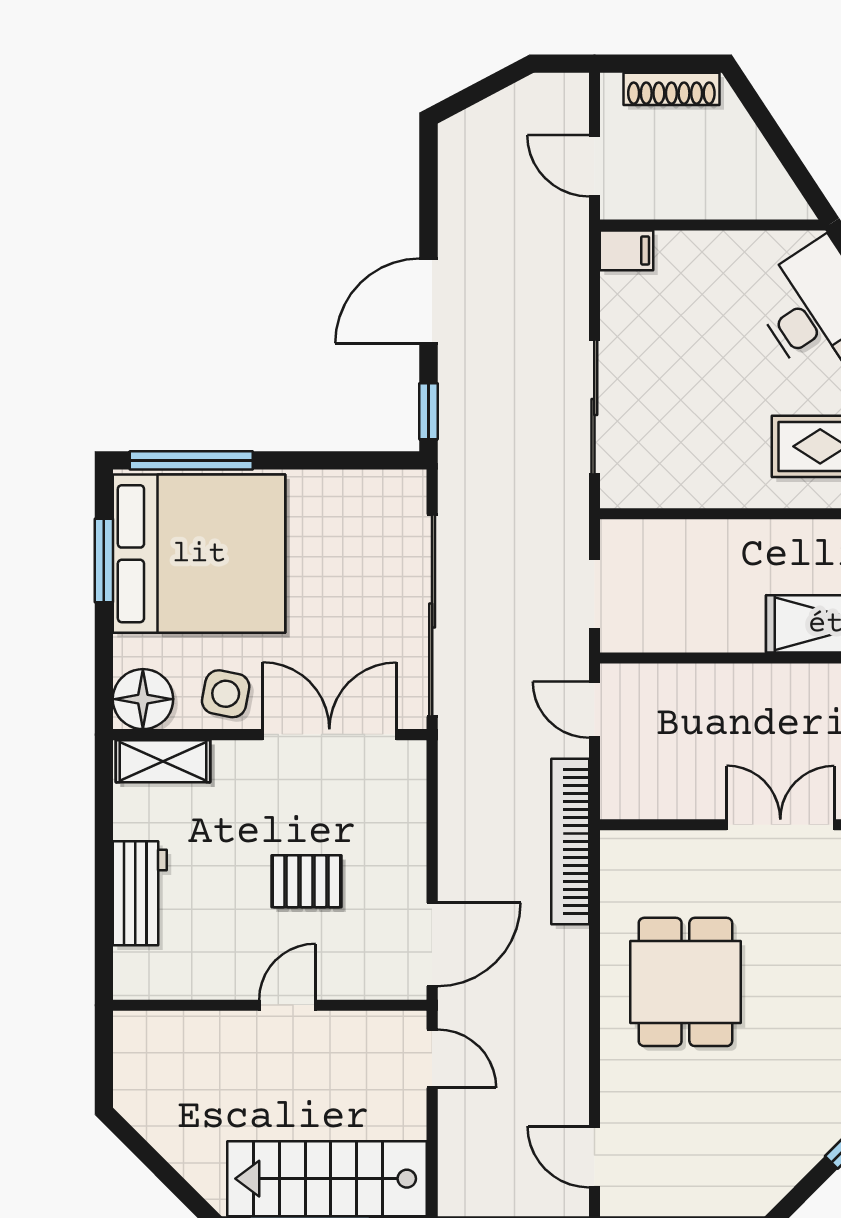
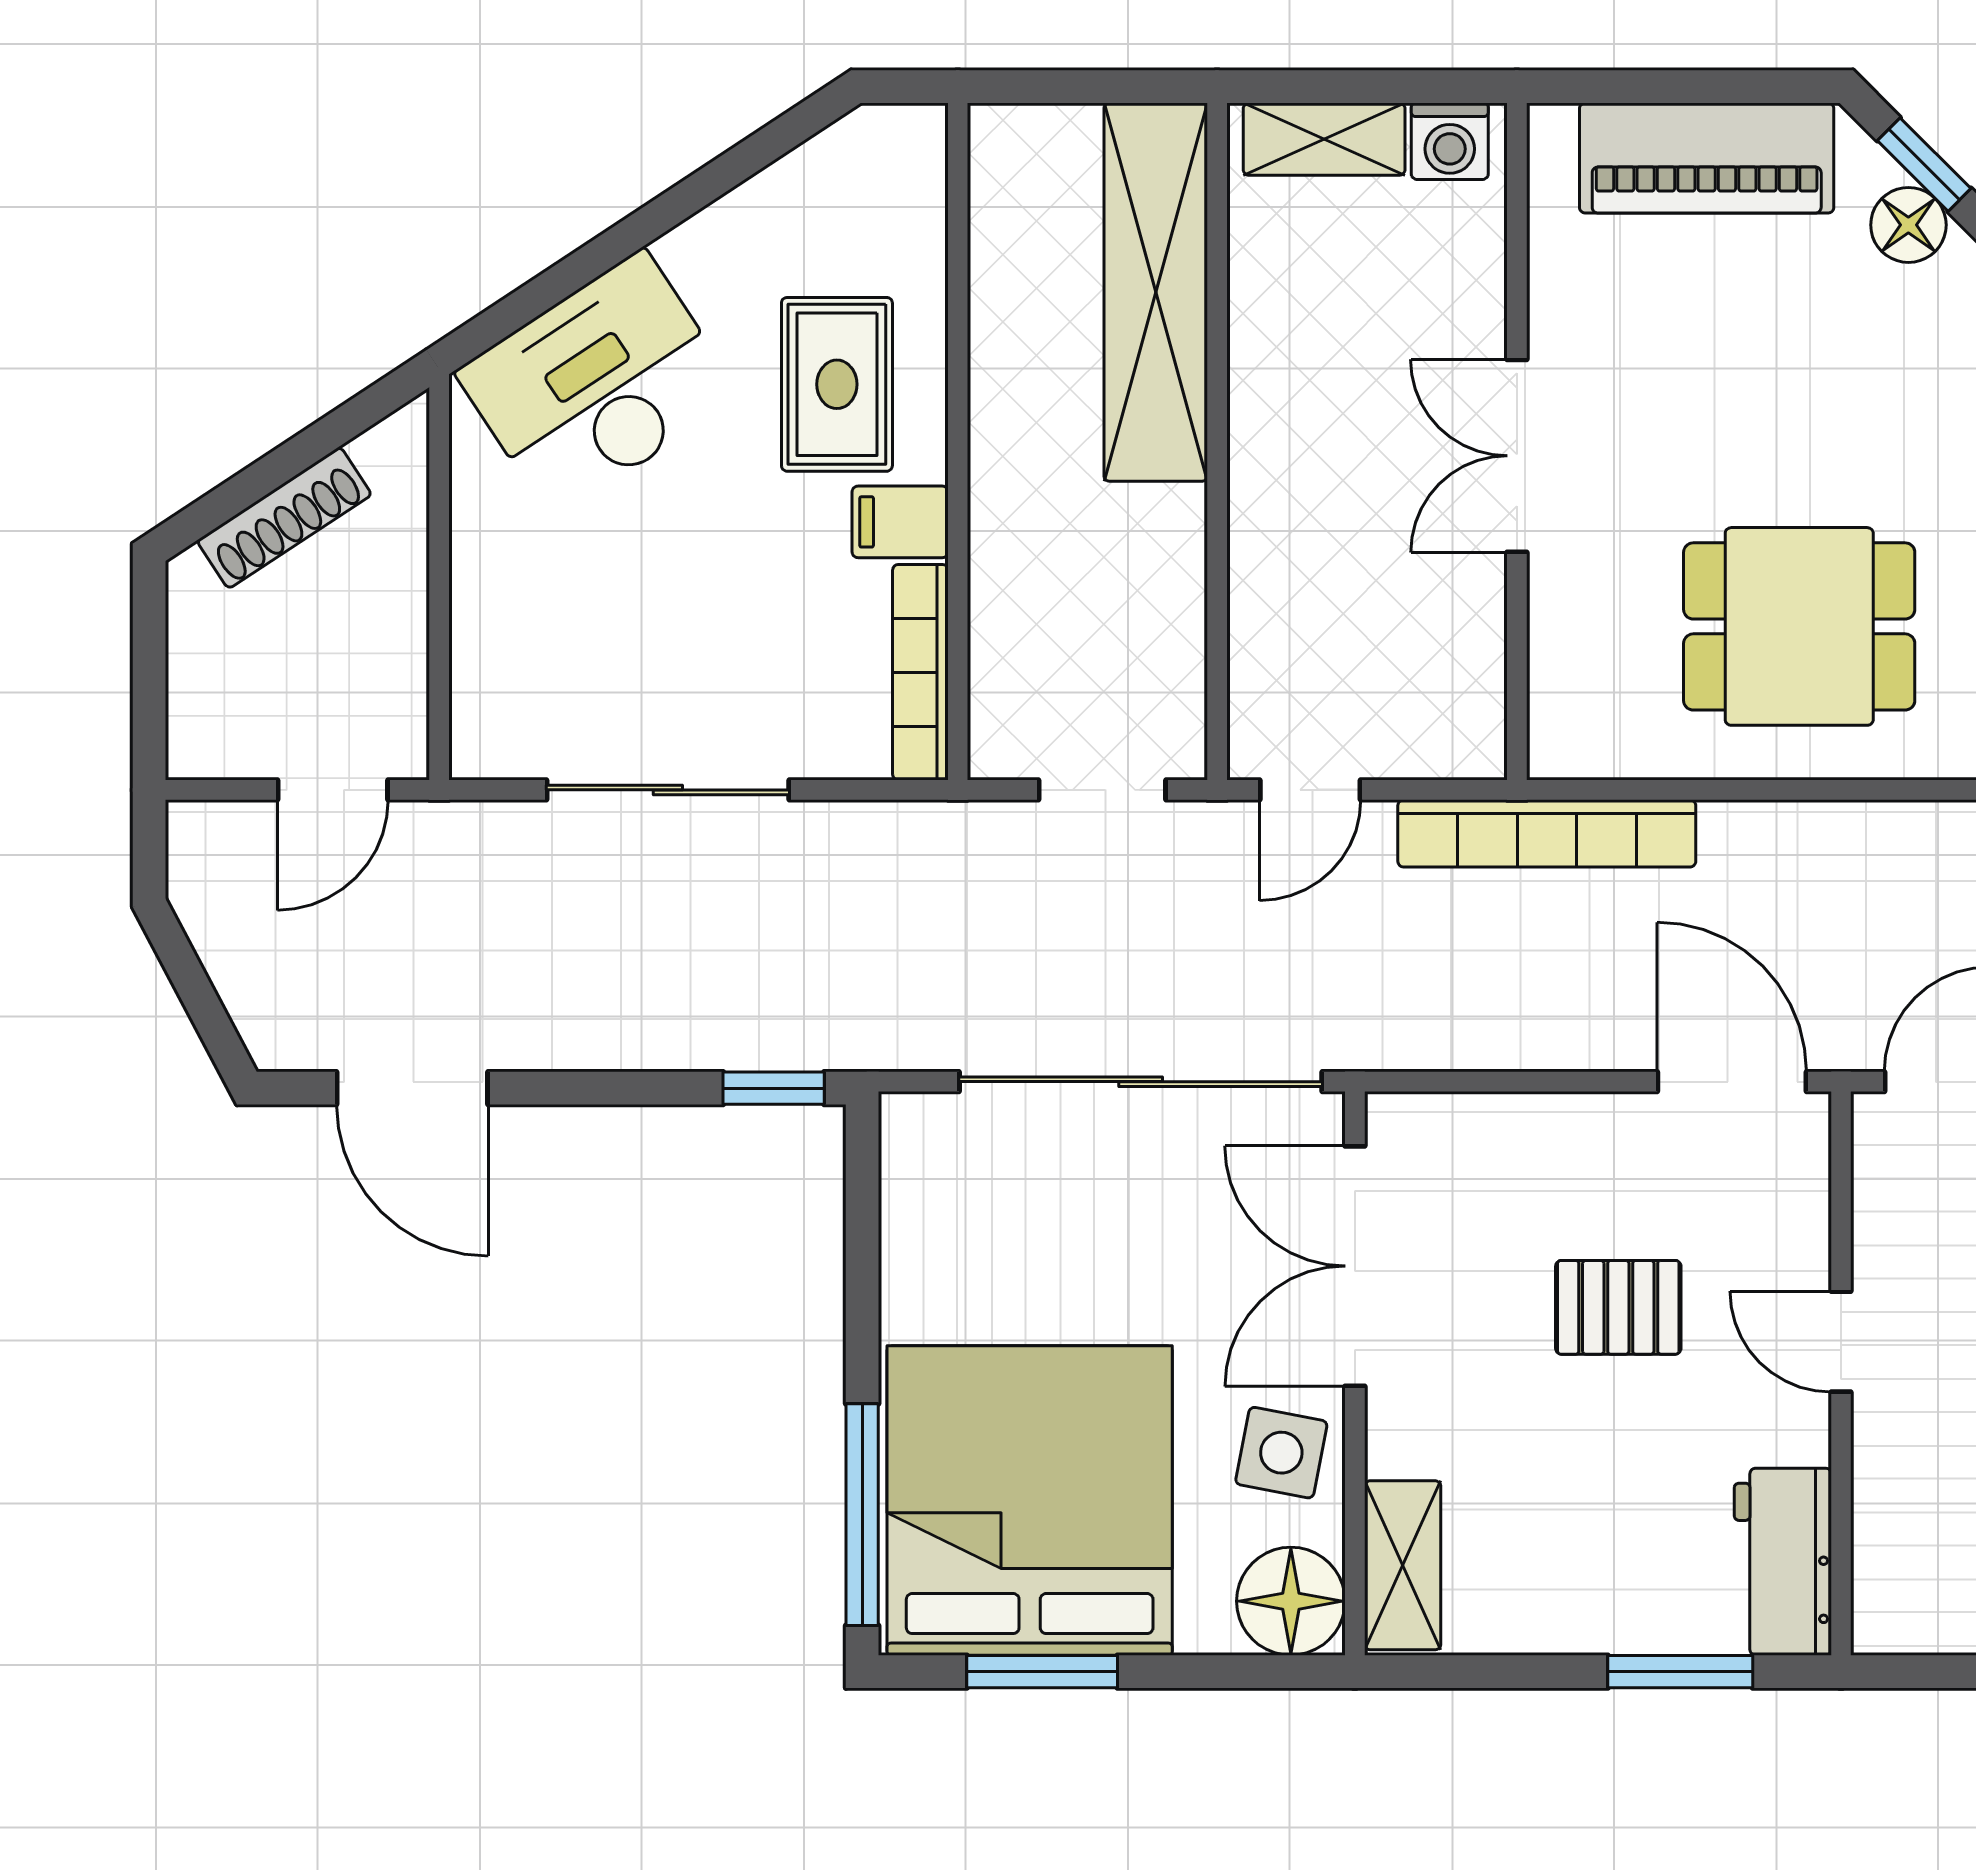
shoe rack: (671, 89) -> (284, 518), moved, turned 57
filing cabinet: (627, 250) -> (900, 522), moved, turned -90
door: (428, 301) -> (412, 1088), moved
sliding door: (594, 407) -> (668, 790), moved
bookcase: (660, 493) -> (920, 672), added
pallet: (307, 881) -> (1618, 1307), turned 90
workbench: (140, 893) -> (1783, 1562), moved, turned -90
window: (104, 916) -> (1680, 1672), added

